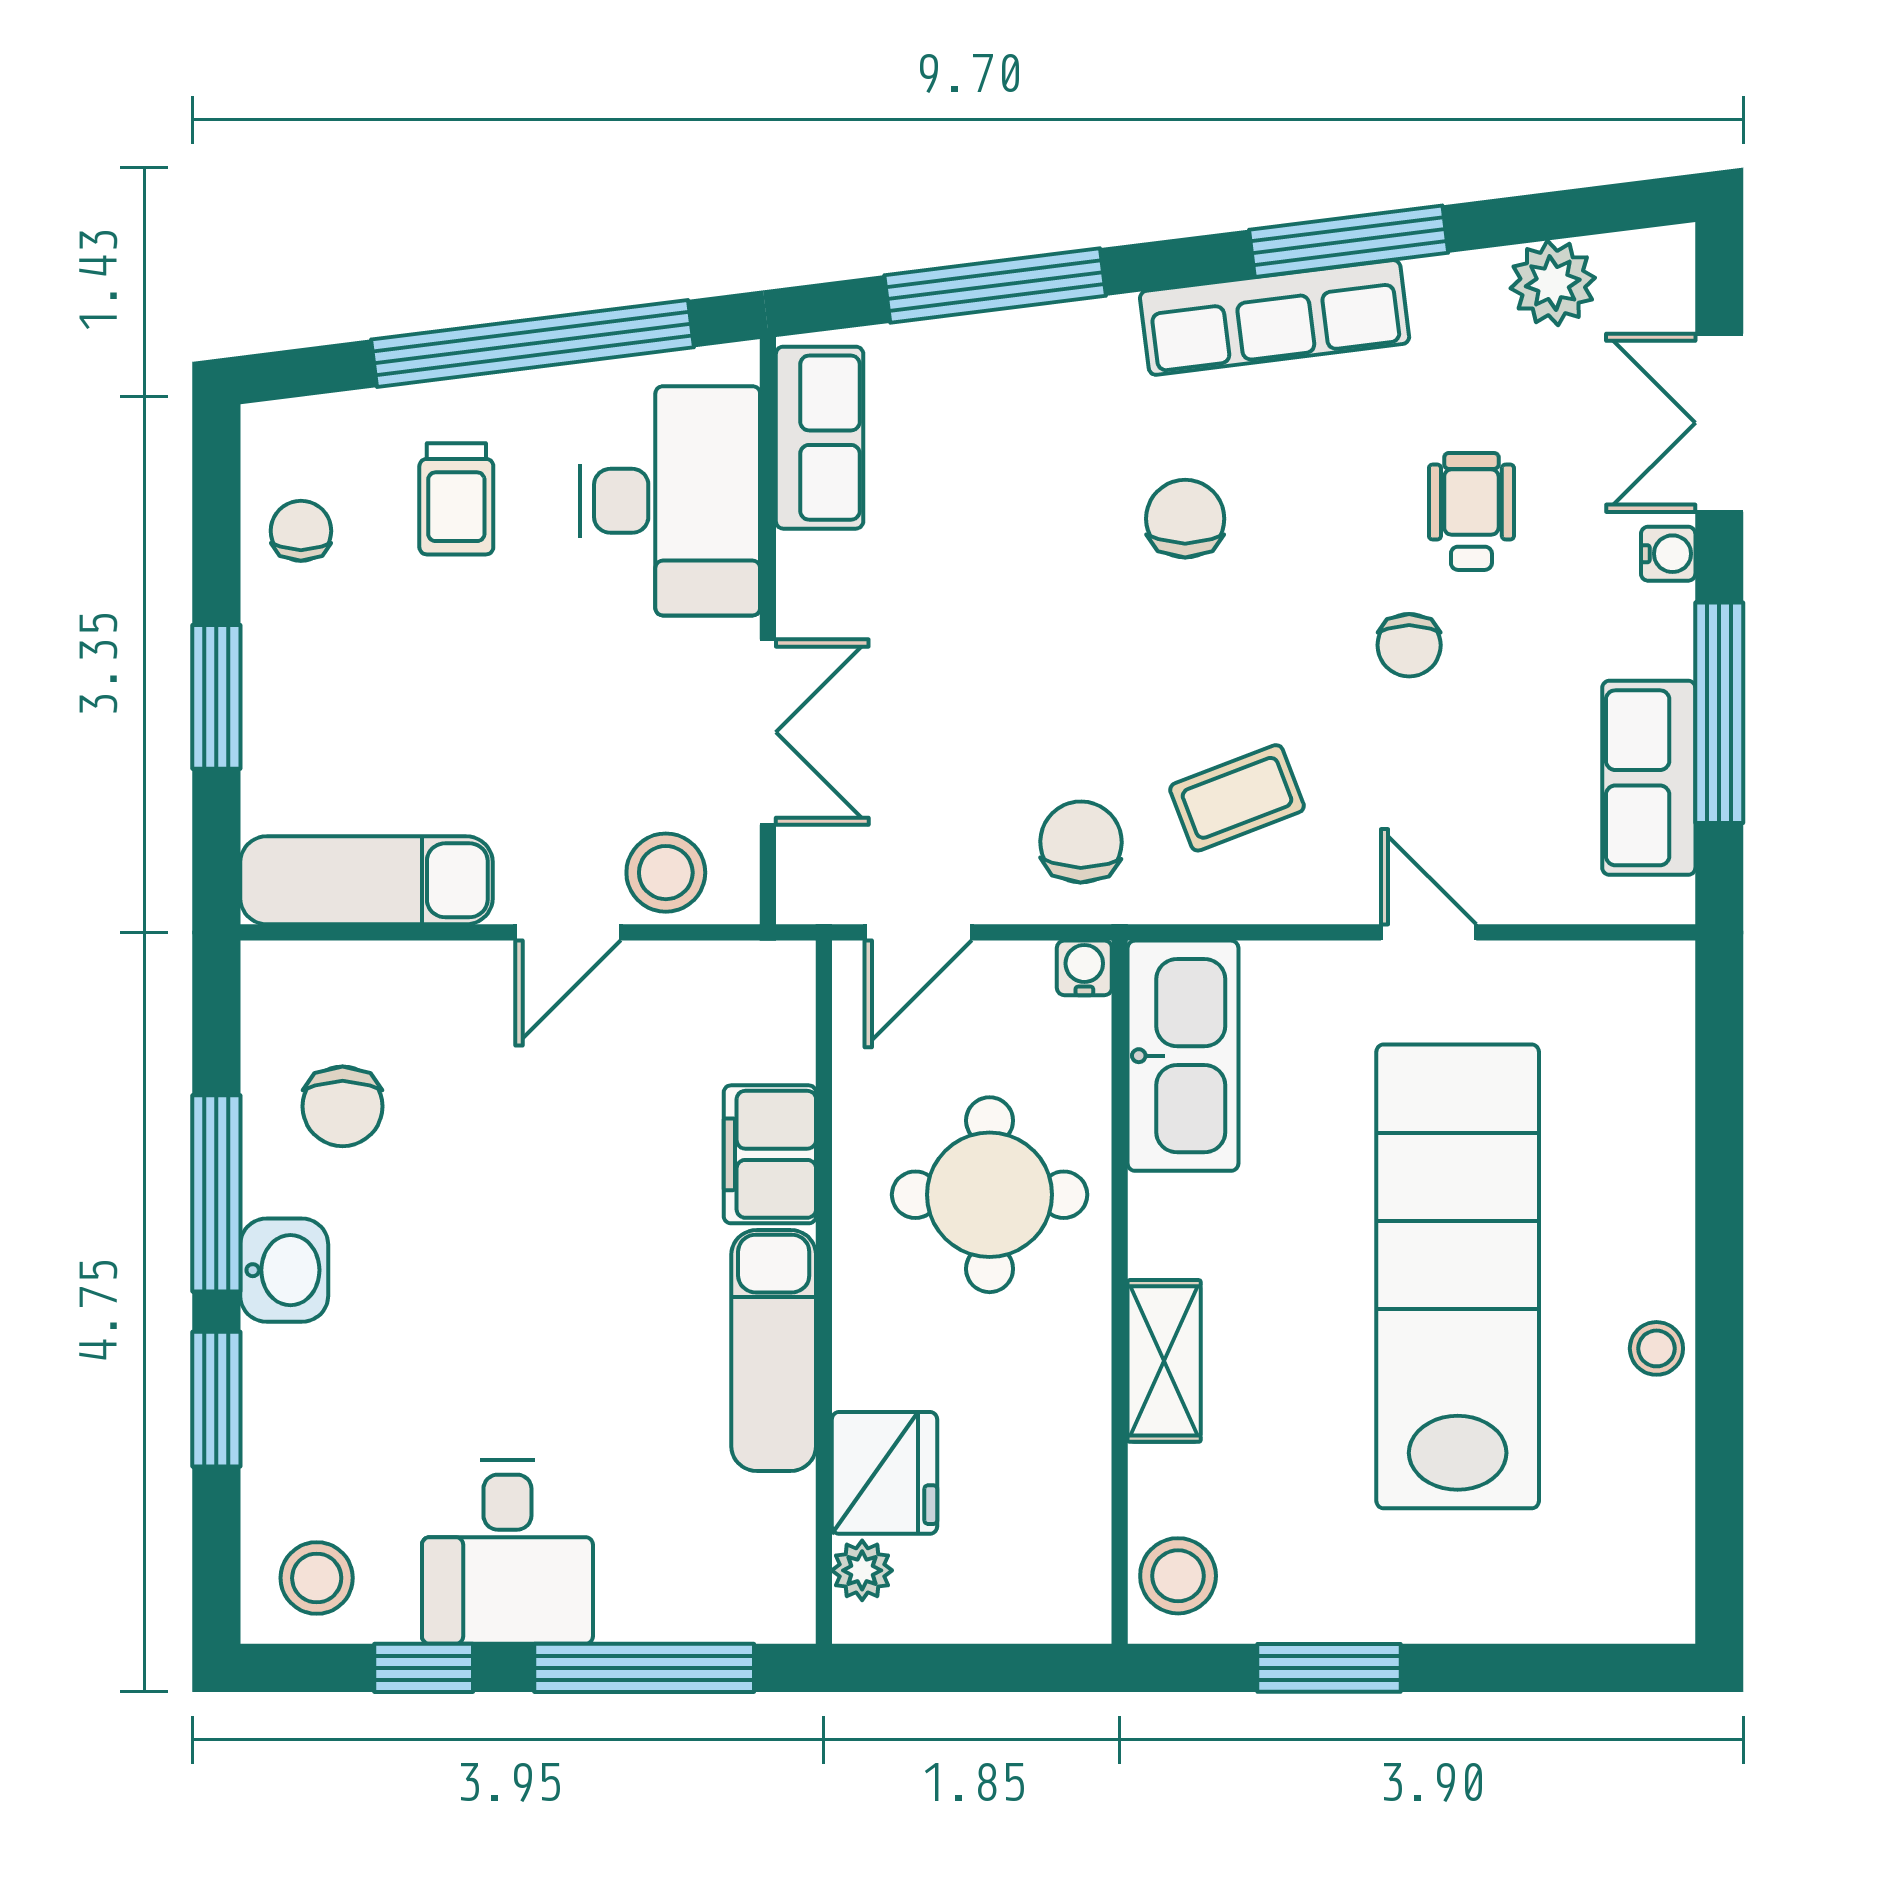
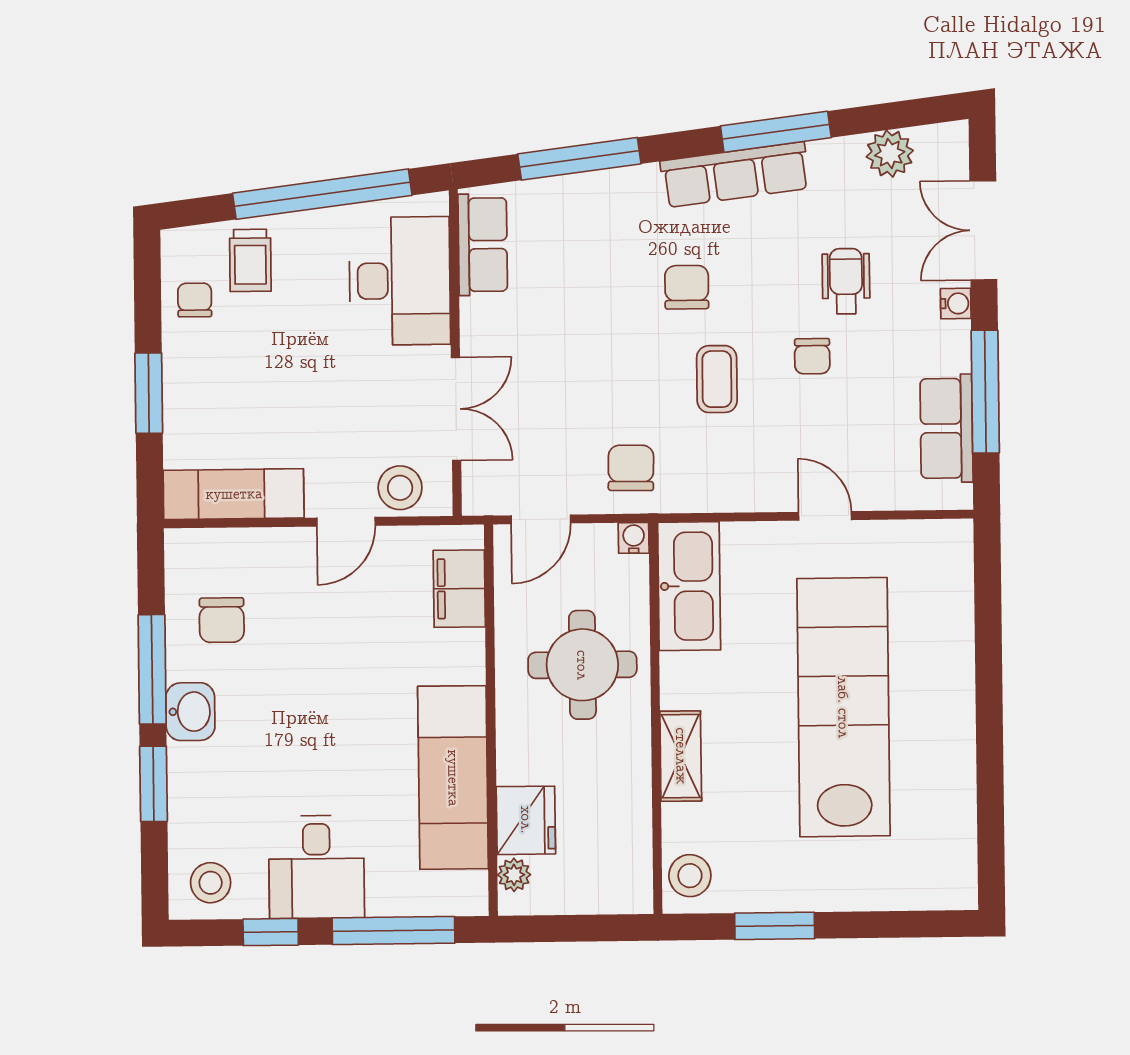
trolley: (456, 499) -> (250, 260), moved
coffee table: (1237, 798) -> (717, 379), moved, turned -69
filing cabinet: (770, 1154) -> (459, 589), moved
stool: (1656, 1348) -> (955, 746), removed
exam couch: (774, 1350) -> (453, 778), width x1.36, depth x1.45

